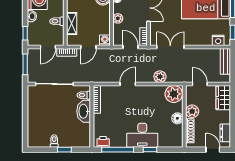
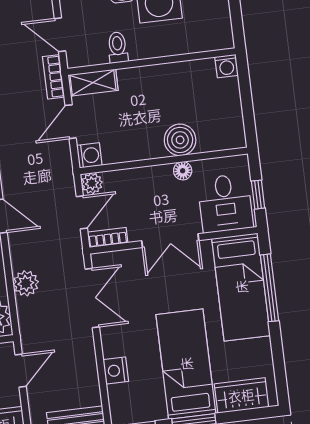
plant: (118, 18) -> (92, 183), moved
shelving: (72, 24) -> (93, 83), moved
nightstand: (218, 40) -> (116, 371), moved
door: (88, 47) -> (71, 122), hinge flipped

